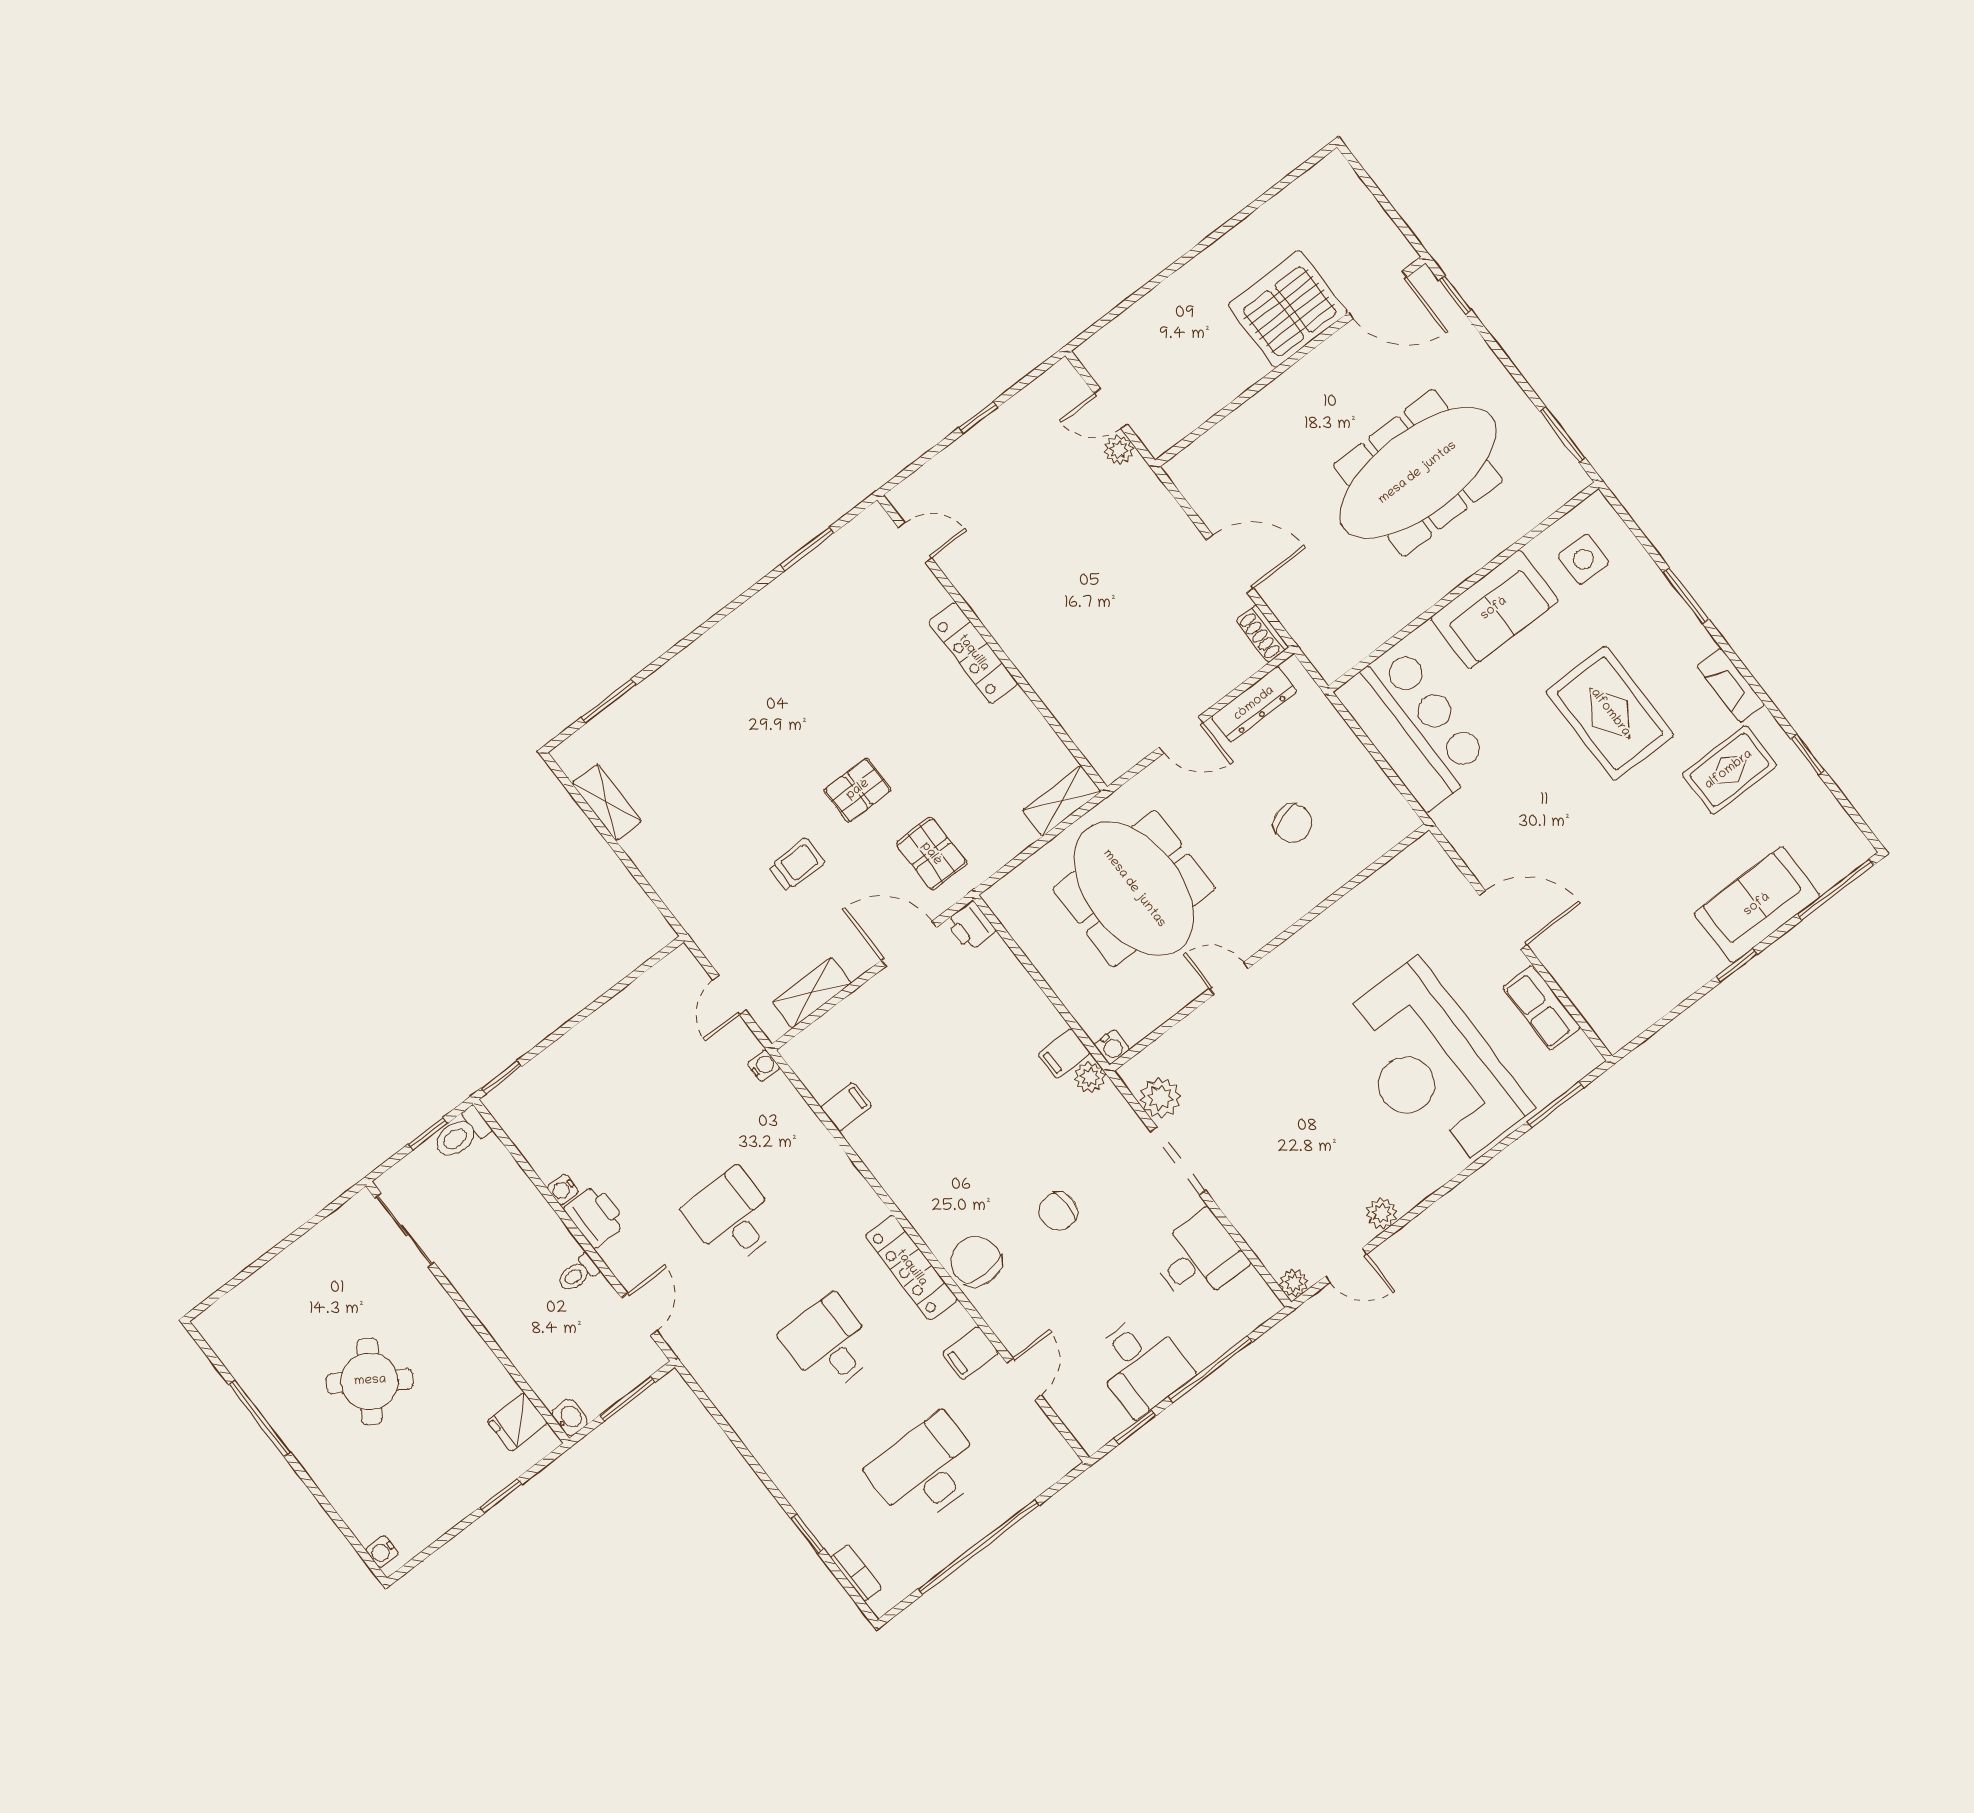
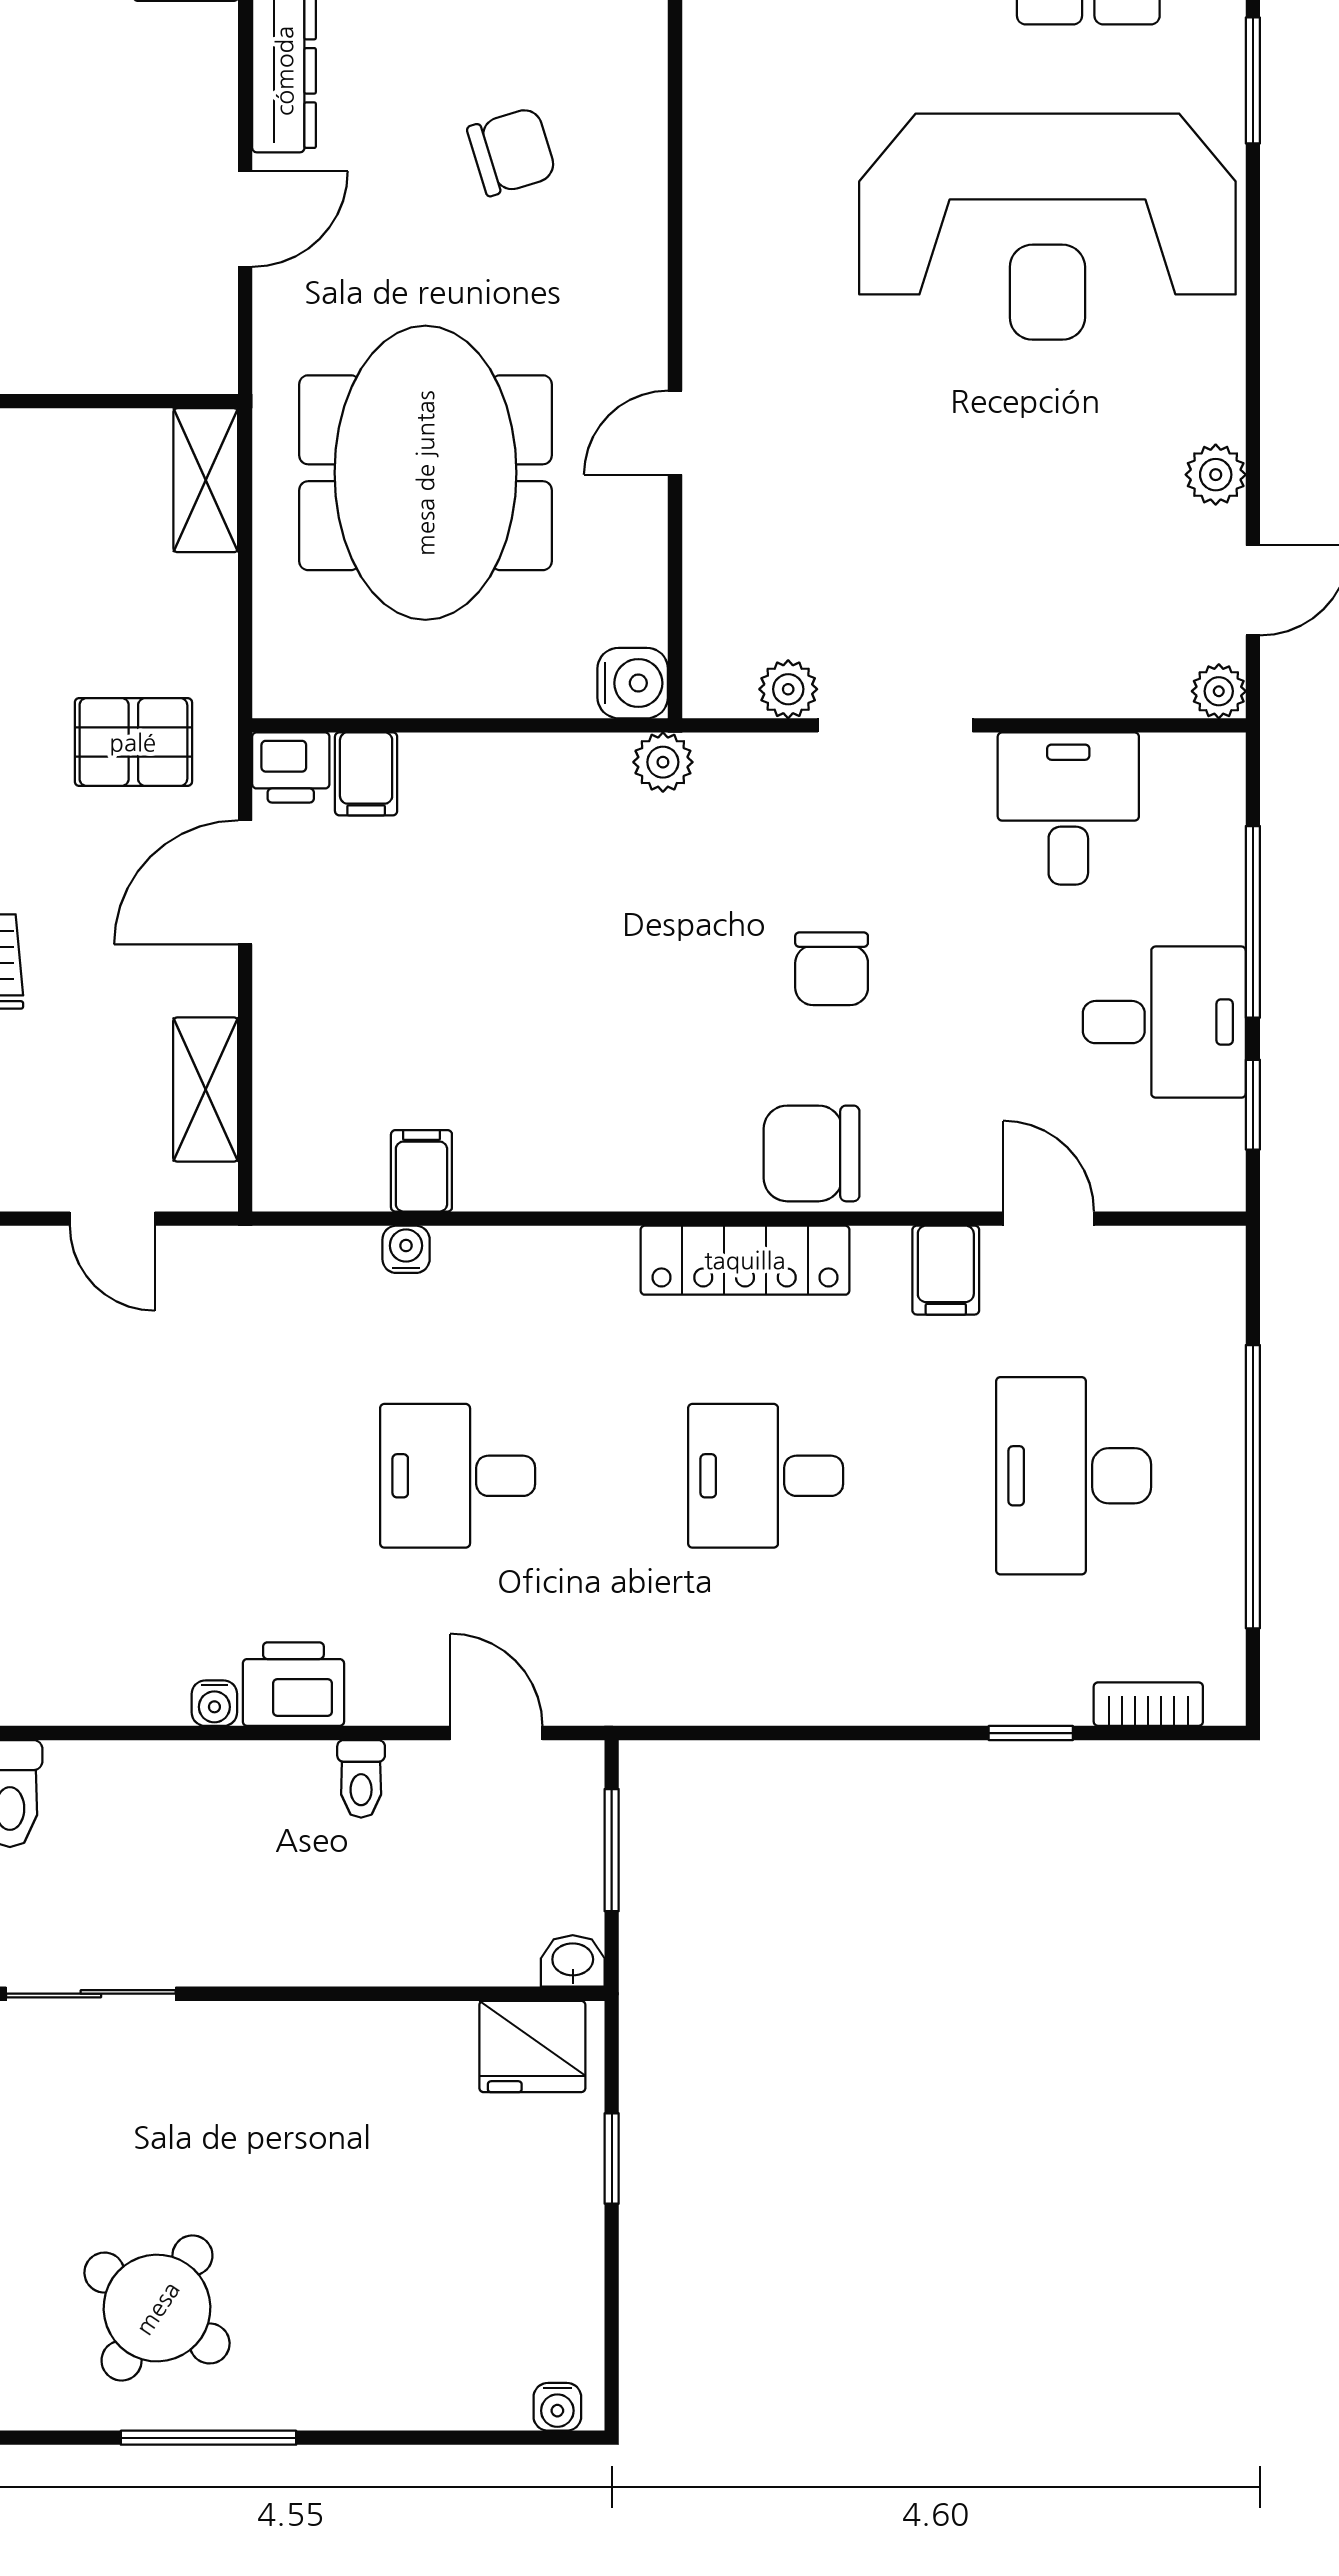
meeting table: (1134, 889) -> (425, 473), turned 90
water cooler: (1112, 1047) -> (633, 683), width x1.38, depth x1.38
filing cabinet: (1064, 1054) -> (366, 774), moved
water cooler: (763, 1066) -> (406, 1249), moved
plant: (1160, 1098) -> (788, 689), width x0.73, depth x0.73
round table: (370, 1381) -> (157, 2308), moved
fridge: (517, 1422) -> (532, 2046), width x1.38

